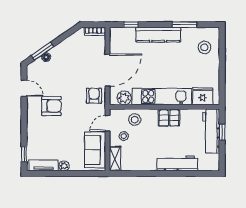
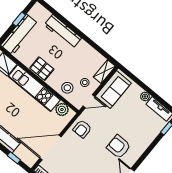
door: (108, 70) -> (51, 147), moved
window: (222, 132) -> (19, 19), moved

